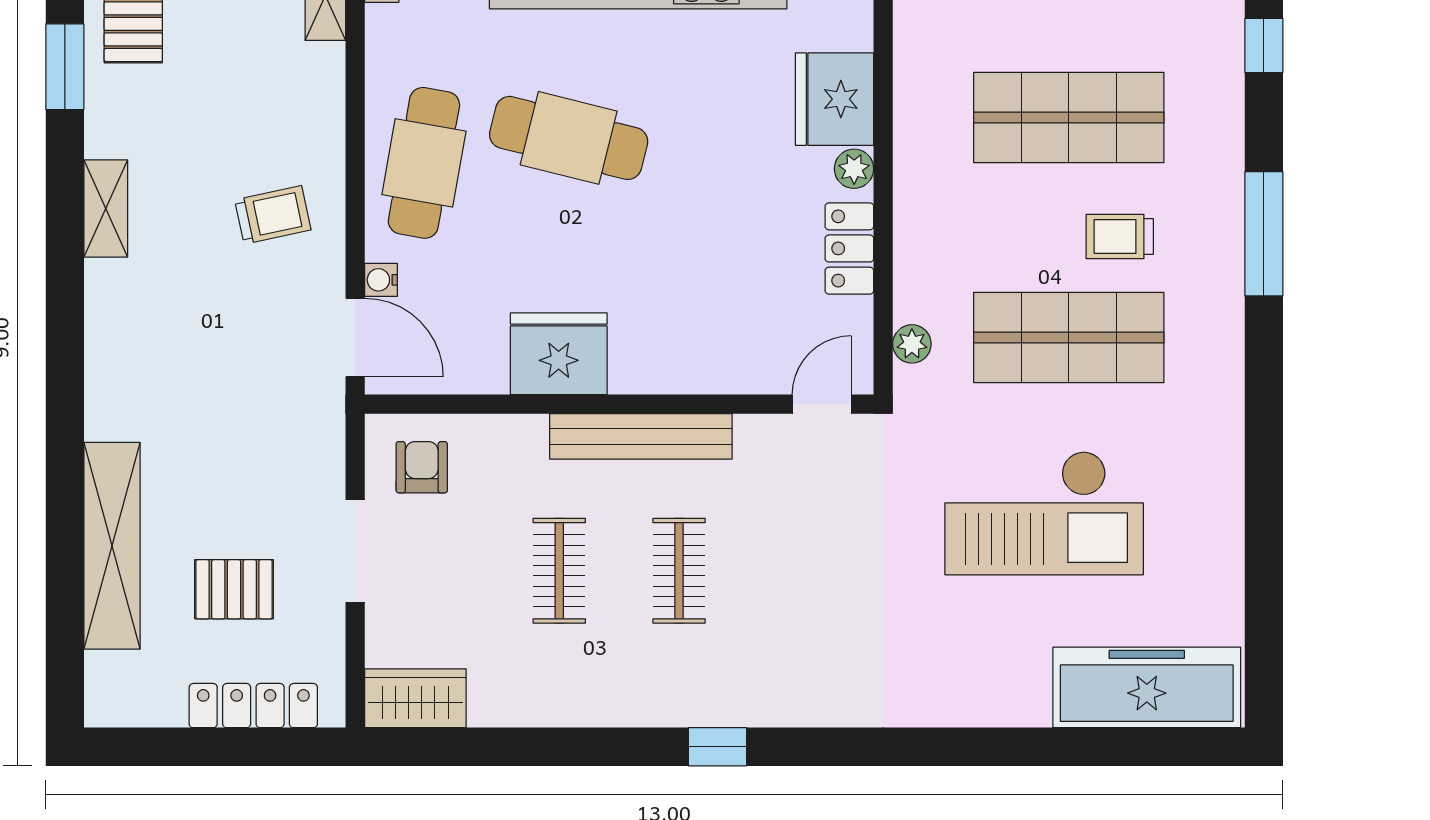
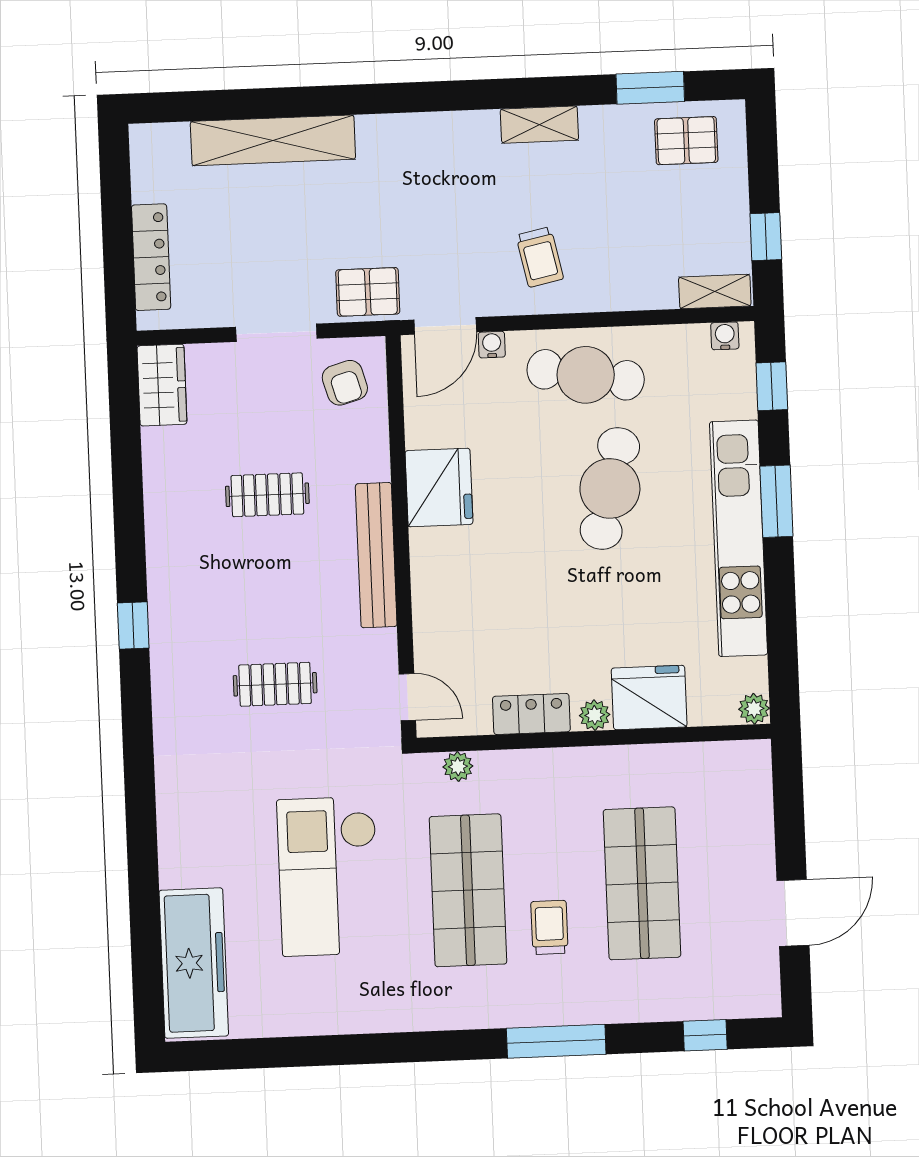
armchair: (422, 467) -> (345, 383), turned 74
clothes rail: (679, 571) -> (275, 684), moved
pallet: (234, 589) -> (368, 292), moved, turned 90

